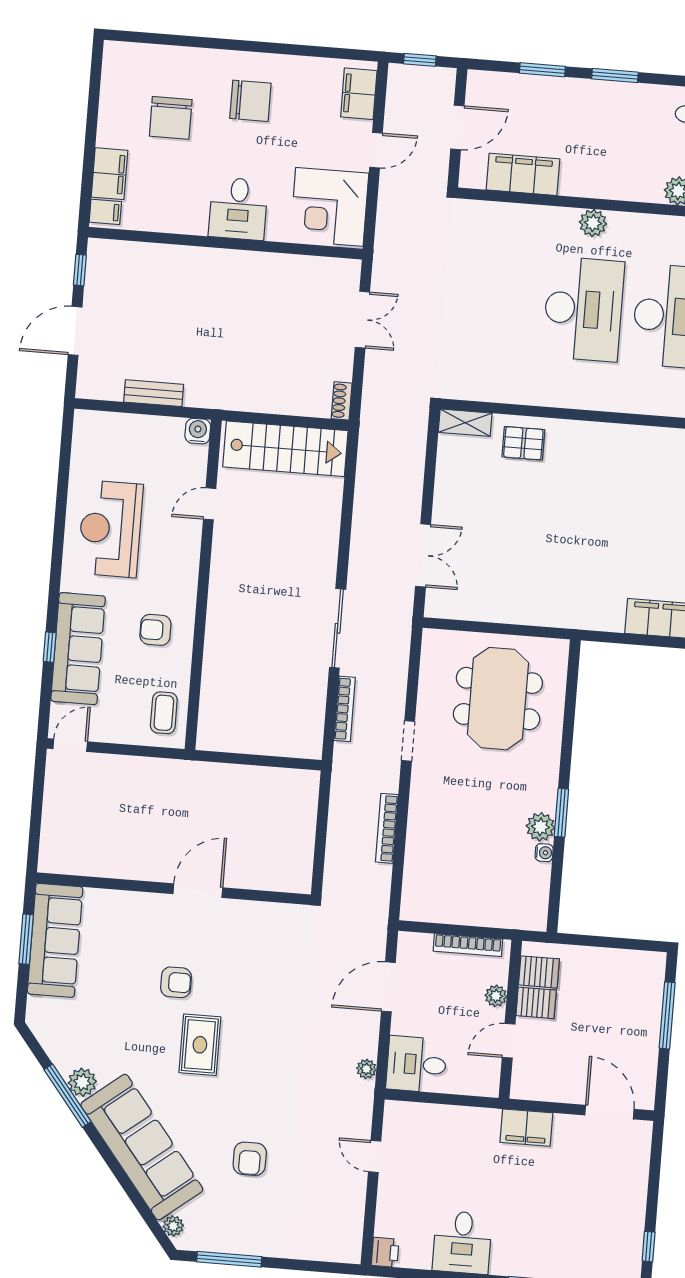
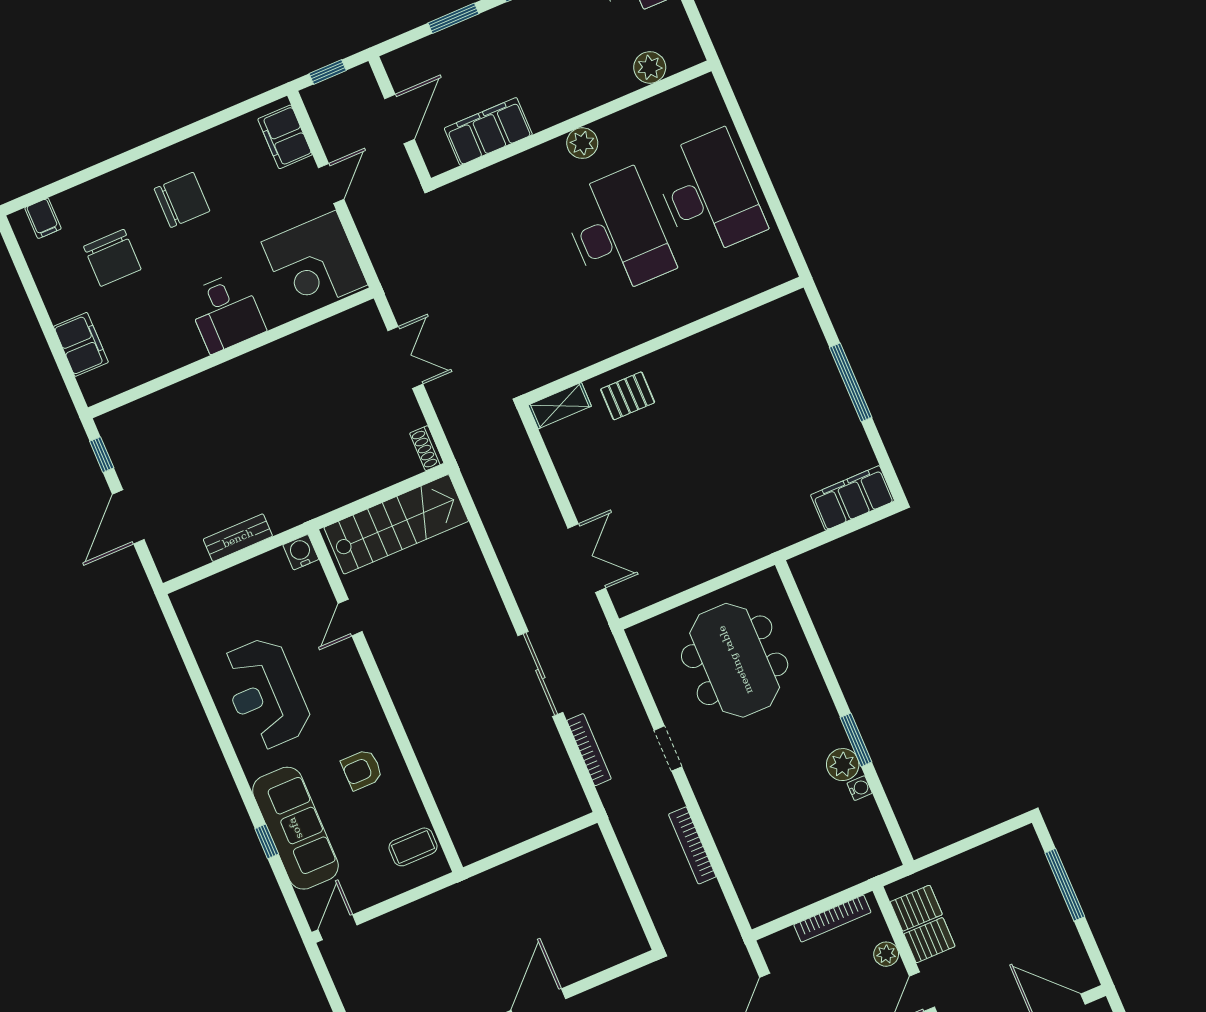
filing cabinet: (105, 212) -> (43, 218), moved, turned 90
coffee table: (164, 713) -> (413, 847), turned 90

